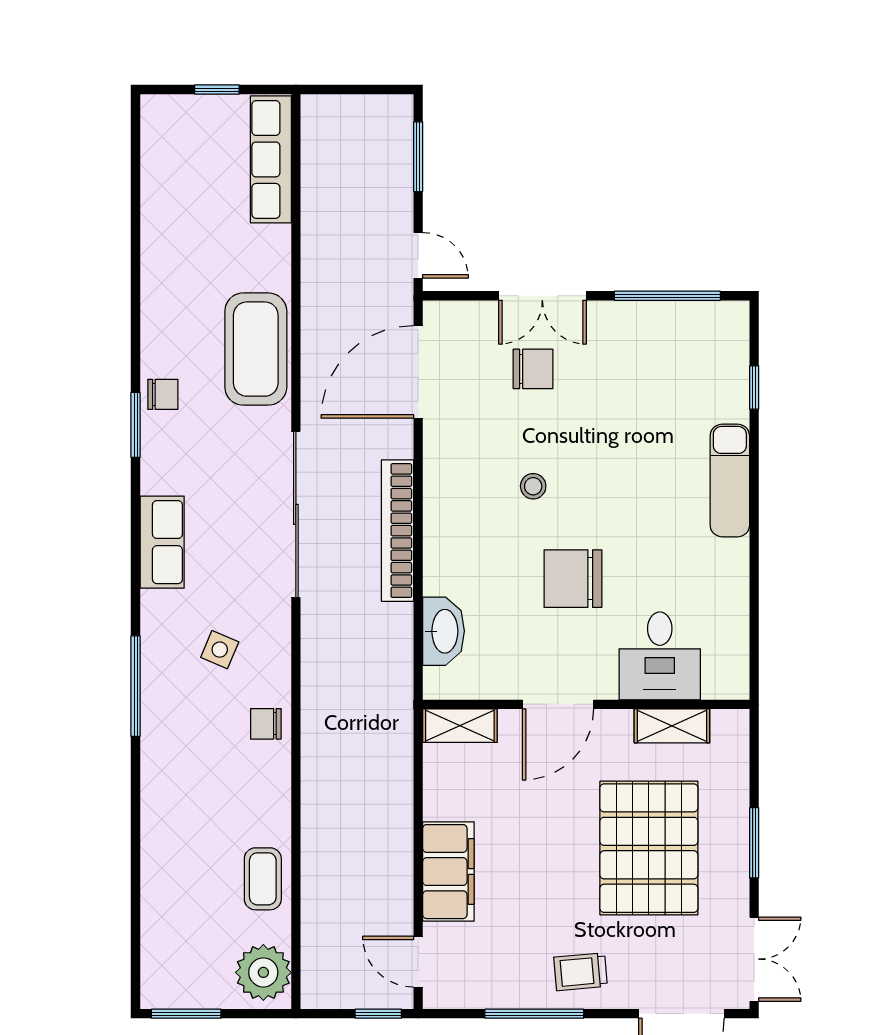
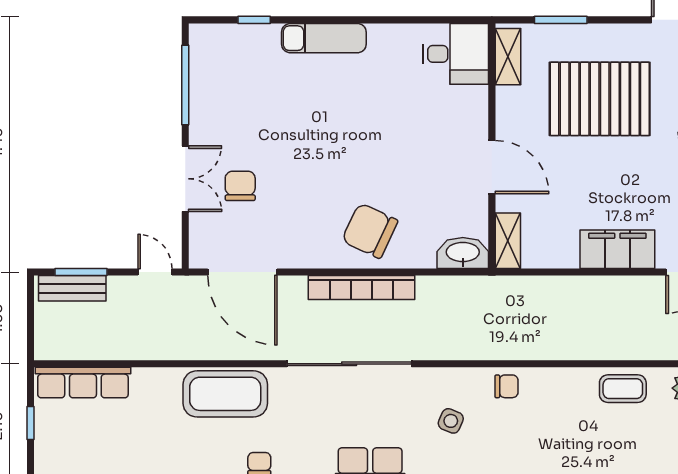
bench: (396, 145) -> (72, 288), added
door: (418, 255) -> (155, 272), hinge flipped
stool: (533, 486) -> (328, 186), removed
chair: (573, 579) -> (370, 231), moved, turned 115
washbasin: (444, 631) -> (463, 253), moved
desk: (660, 656) -> (455, 54), moved
chair: (266, 724) -> (507, 386), turned -90
shelving: (672, 726) -> (508, 57), moved
window: (754, 843) -> (561, 20), moved

